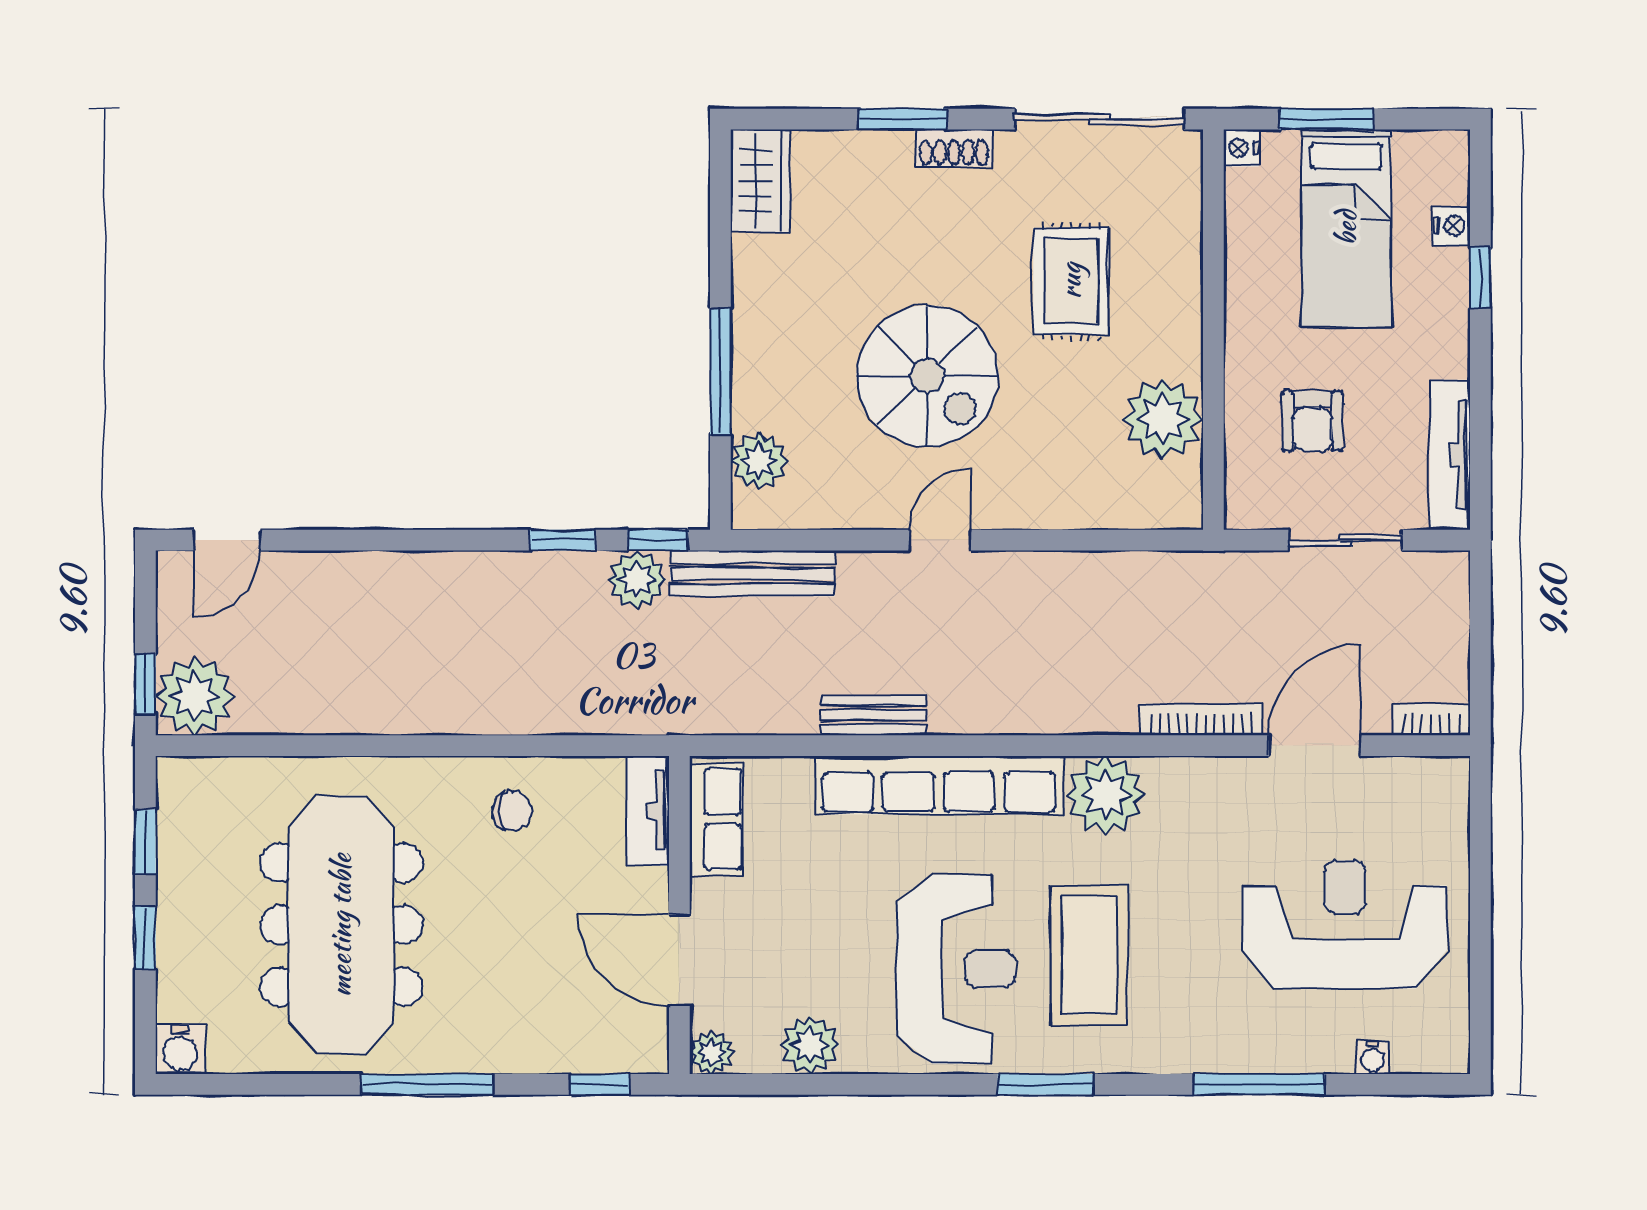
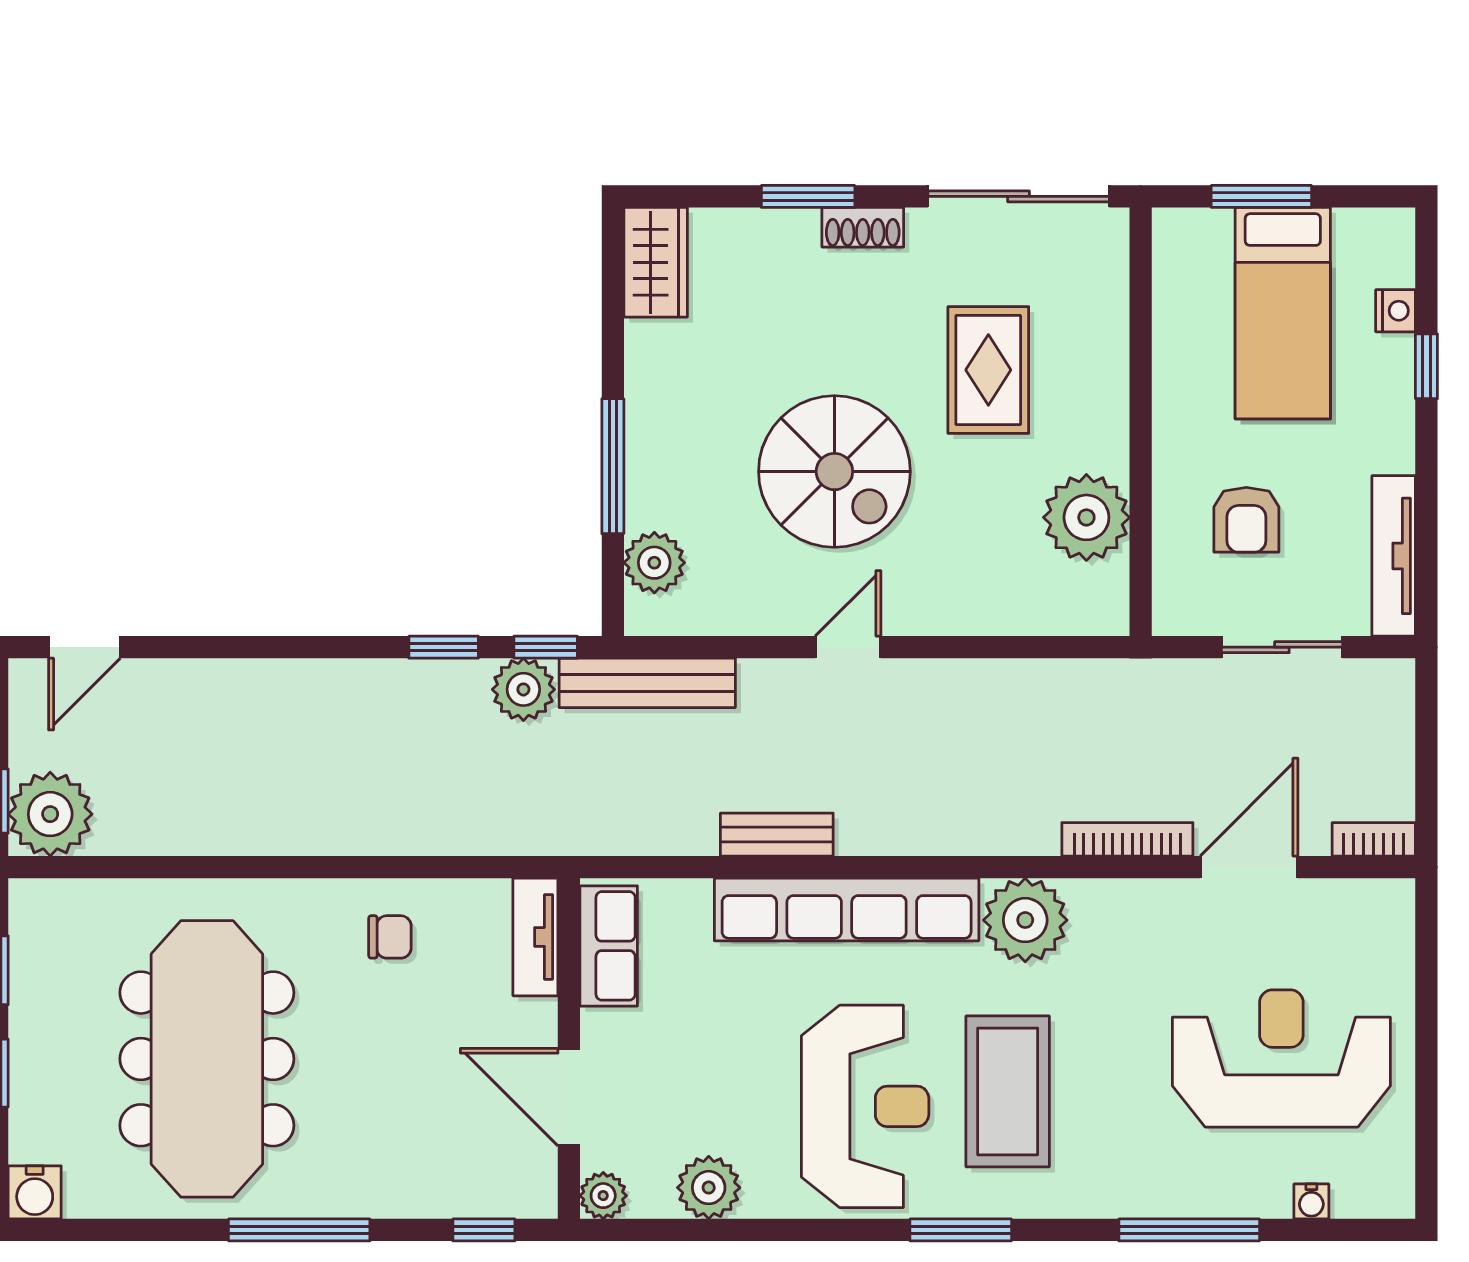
nightstand: (1241, 148) -> (1170, 227), removed

